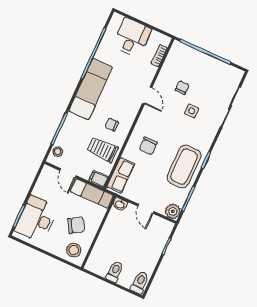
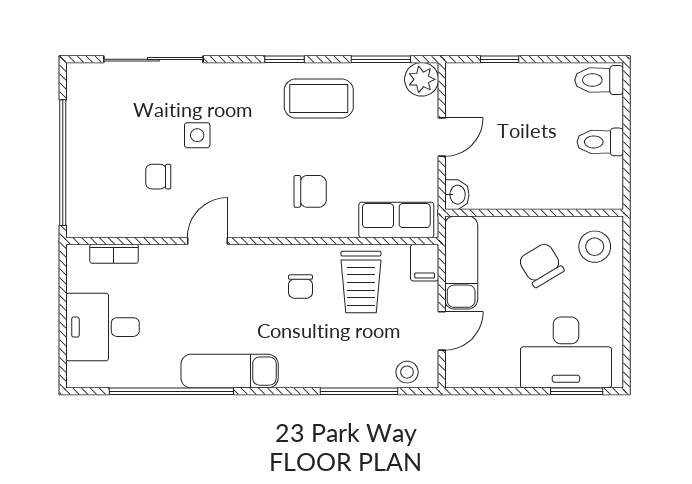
exam couch: (91, 89) -> (230, 371), width x0.73, depth x0.69
coffee table: (184, 166) -> (319, 98), width x0.73, depth x0.76

